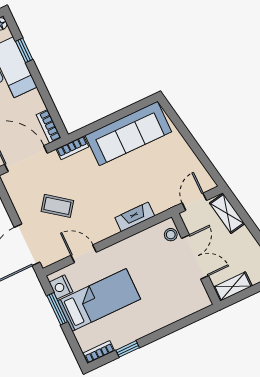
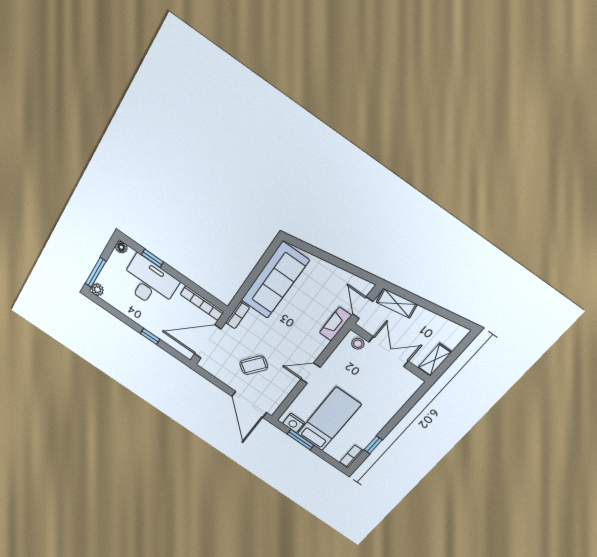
bookcase: (49, 126) -> (202, 303), width x1.56
fireplace: (135, 217) -> (335, 324), moved
door: (84, 254) -> (310, 373), moved

